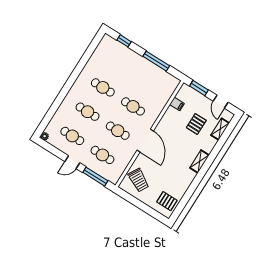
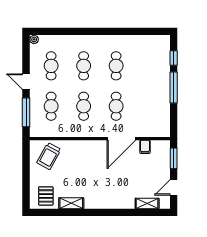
window: (156, 61) -> (174, 88), moved
pallet: (196, 124) -> (138, 178), removed
door: (145, 141) -> (121, 139), moved
shelving: (199, 161) -> (71, 203), moved

